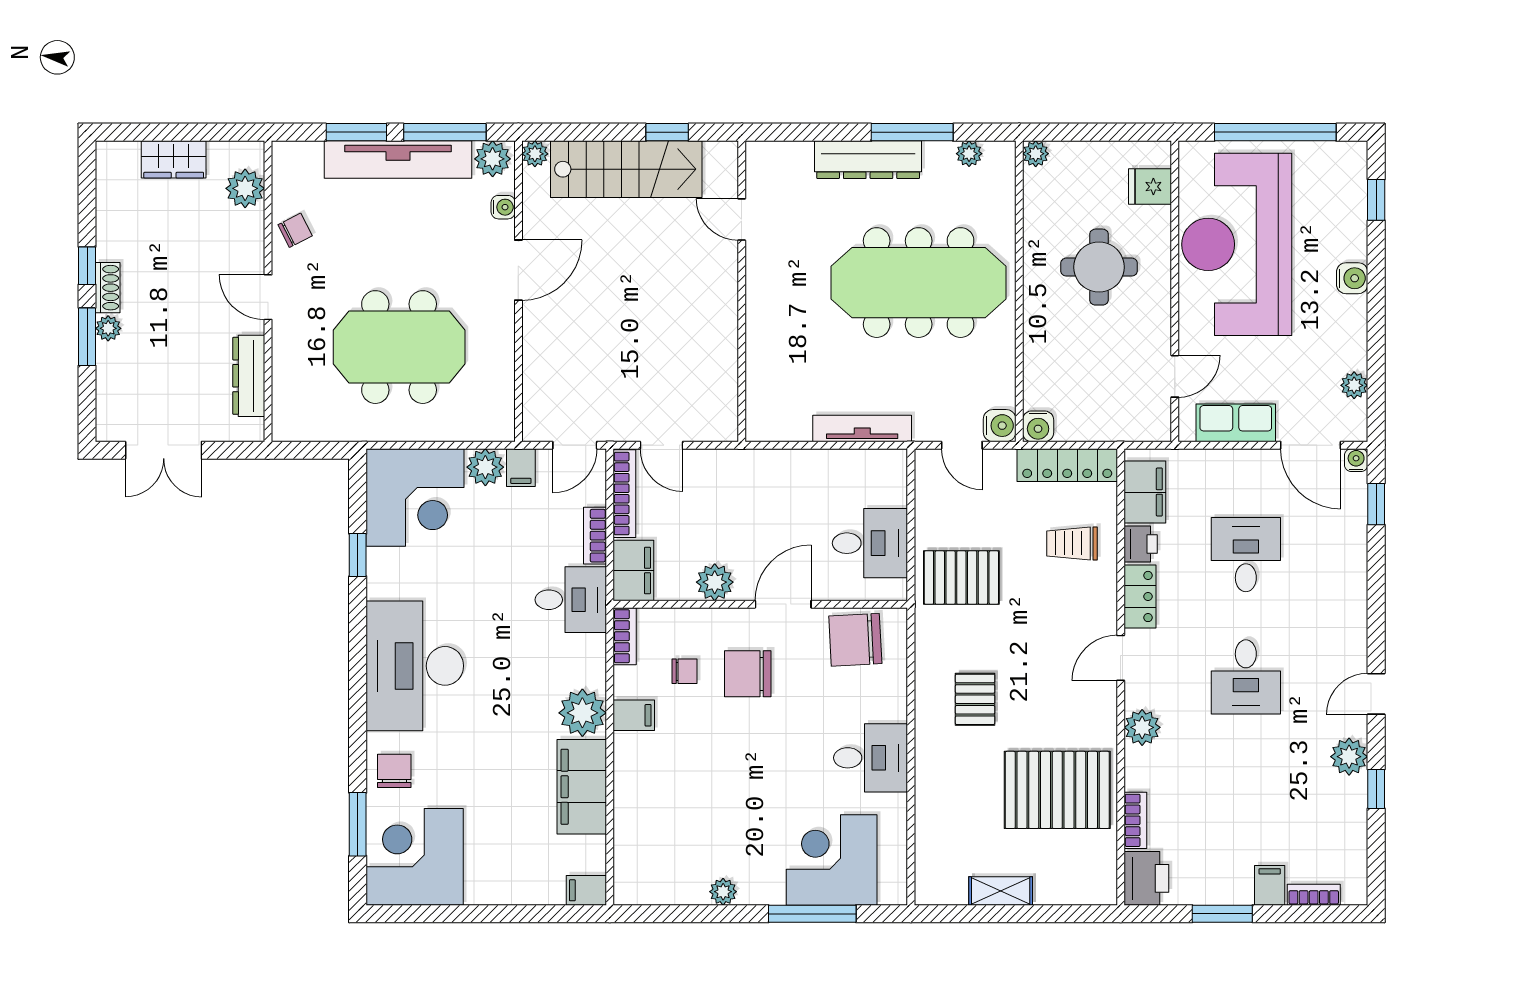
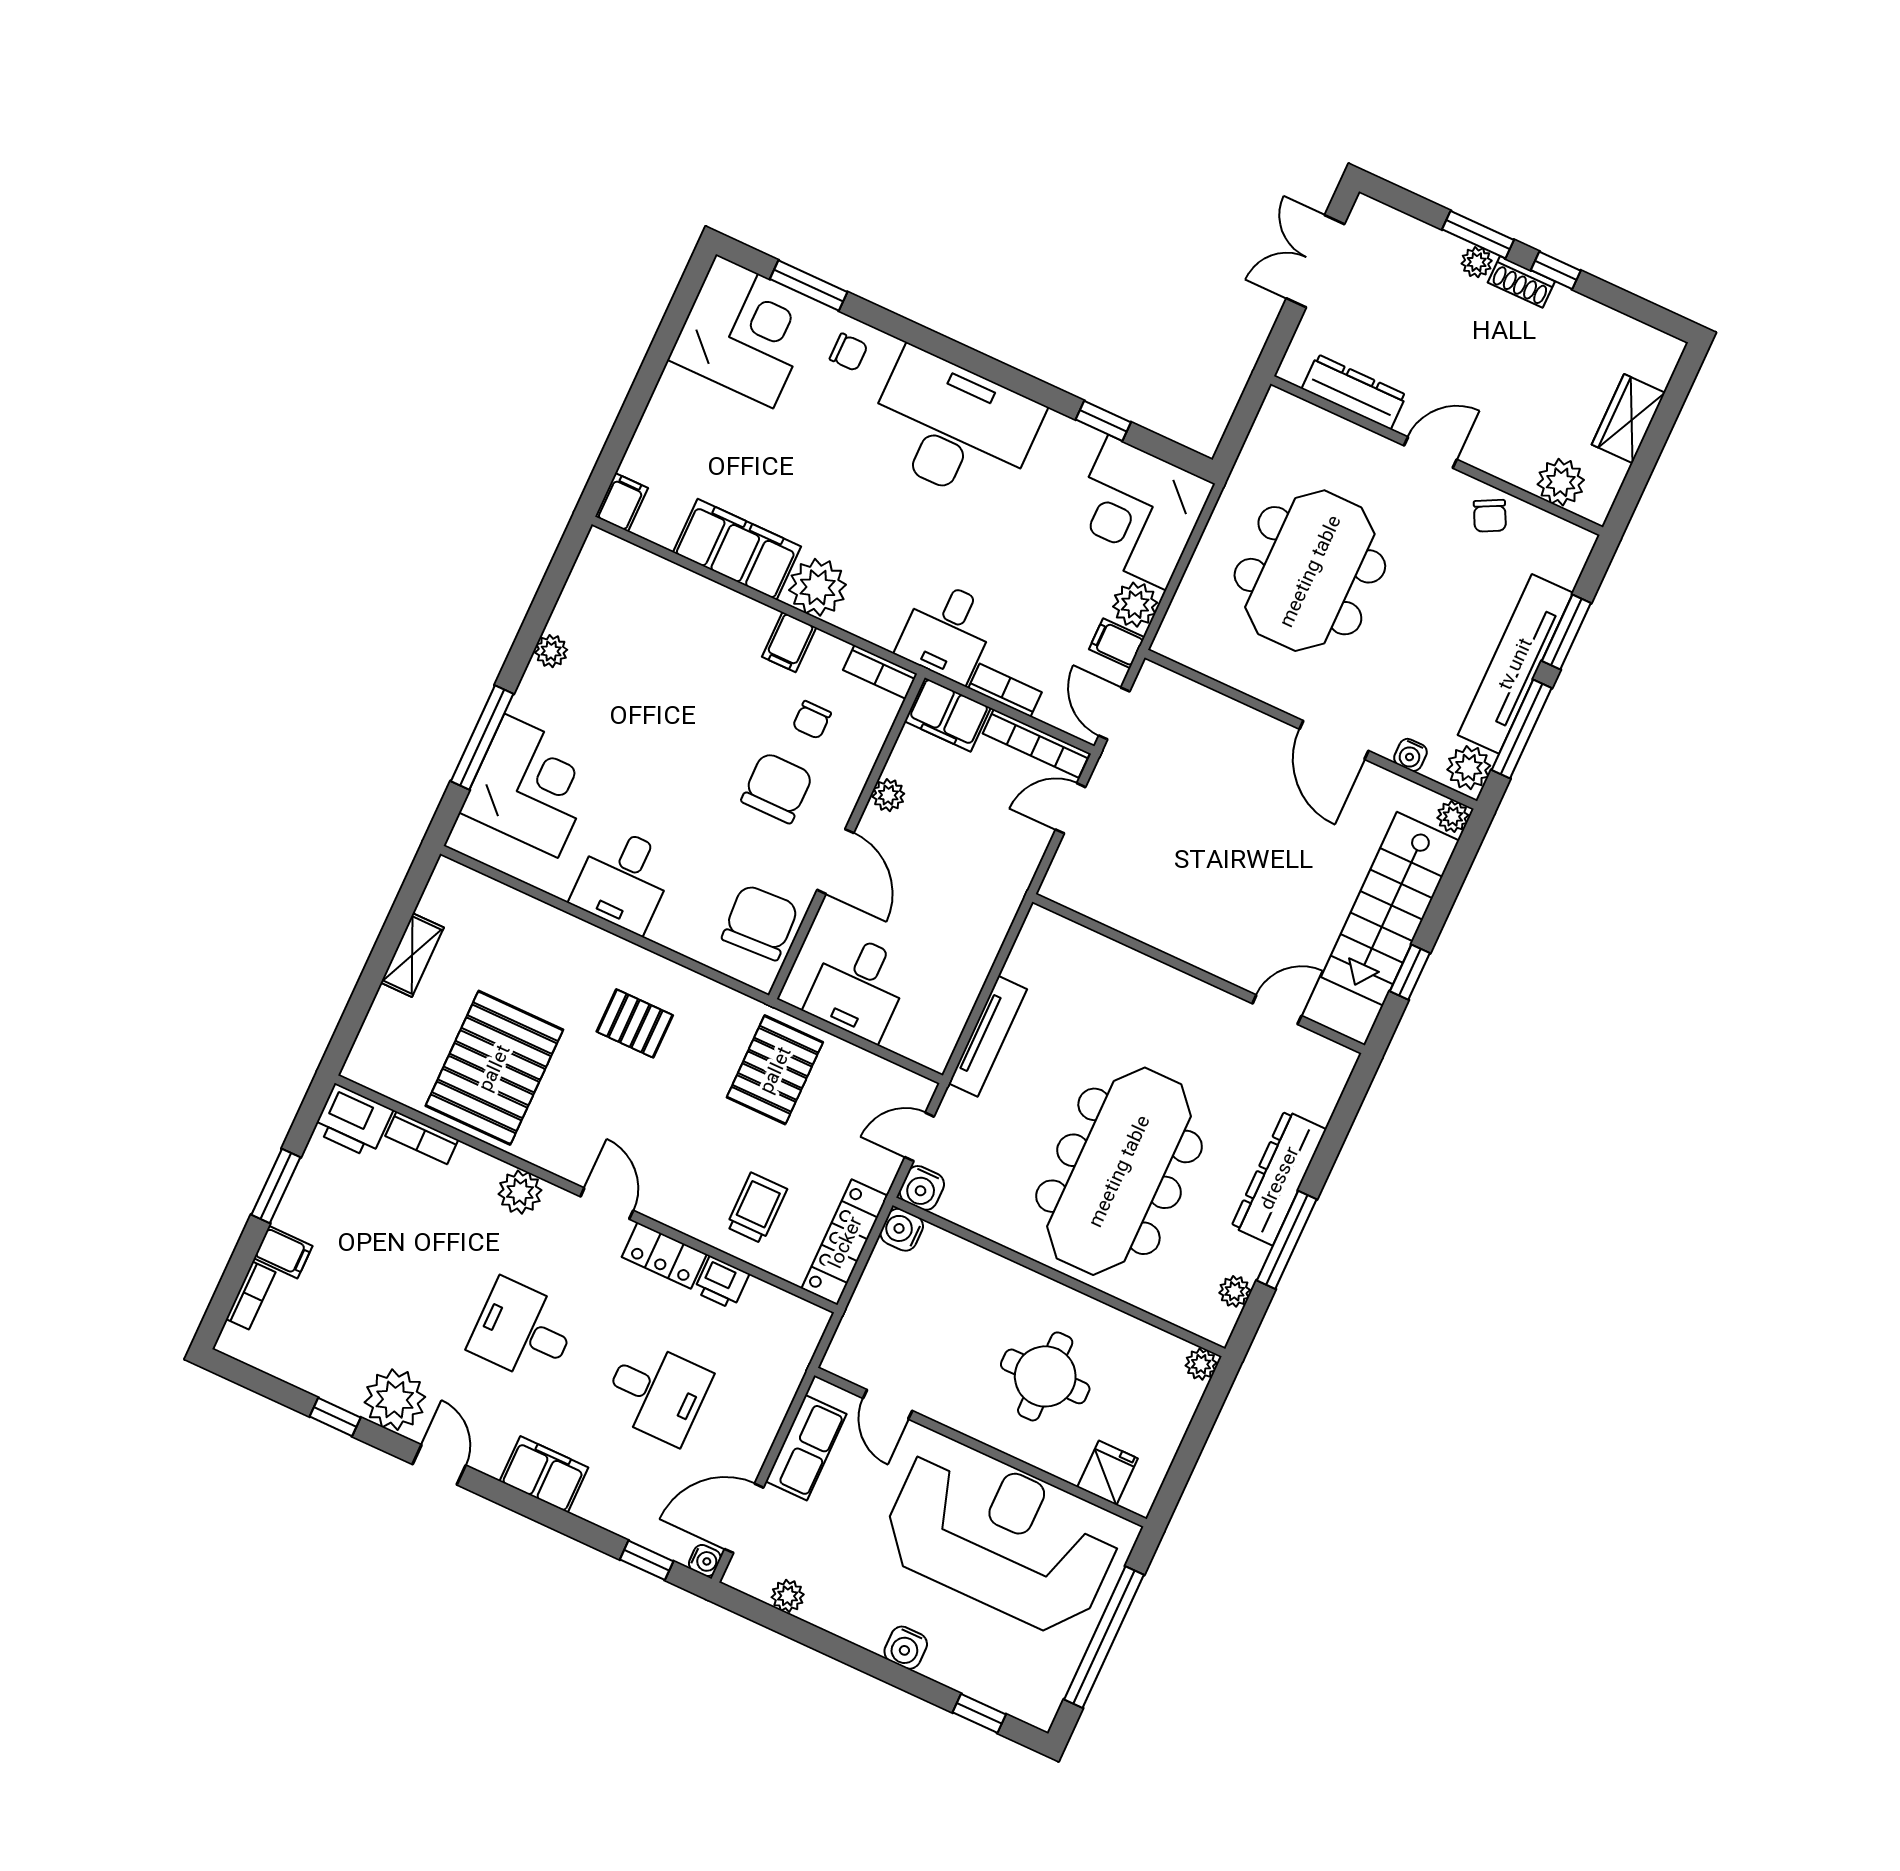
filing cabinet: (1145, 492) -> (544, 1474), moved, turned 180
plant: (715, 582) -> (888, 795), width x0.73, depth x0.73
plant: (1349, 757) -> (395, 1400), width x1.36, depth x1.36
chair: (394, 771) -> (849, 352), width x0.73, depth x0.73

